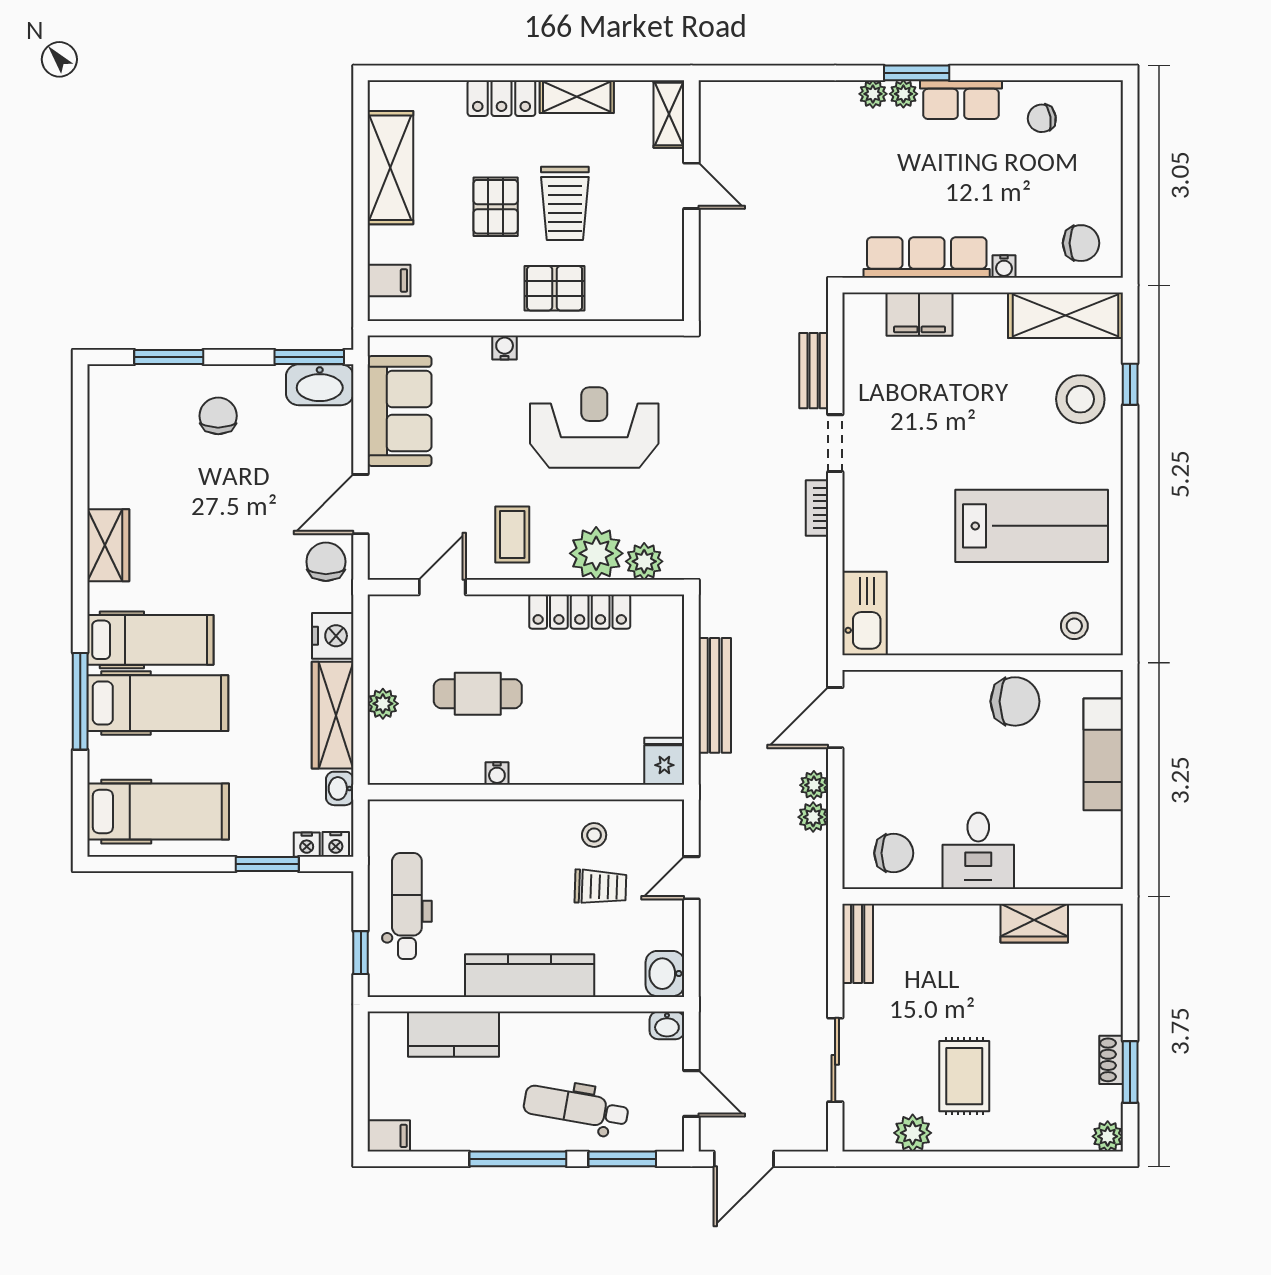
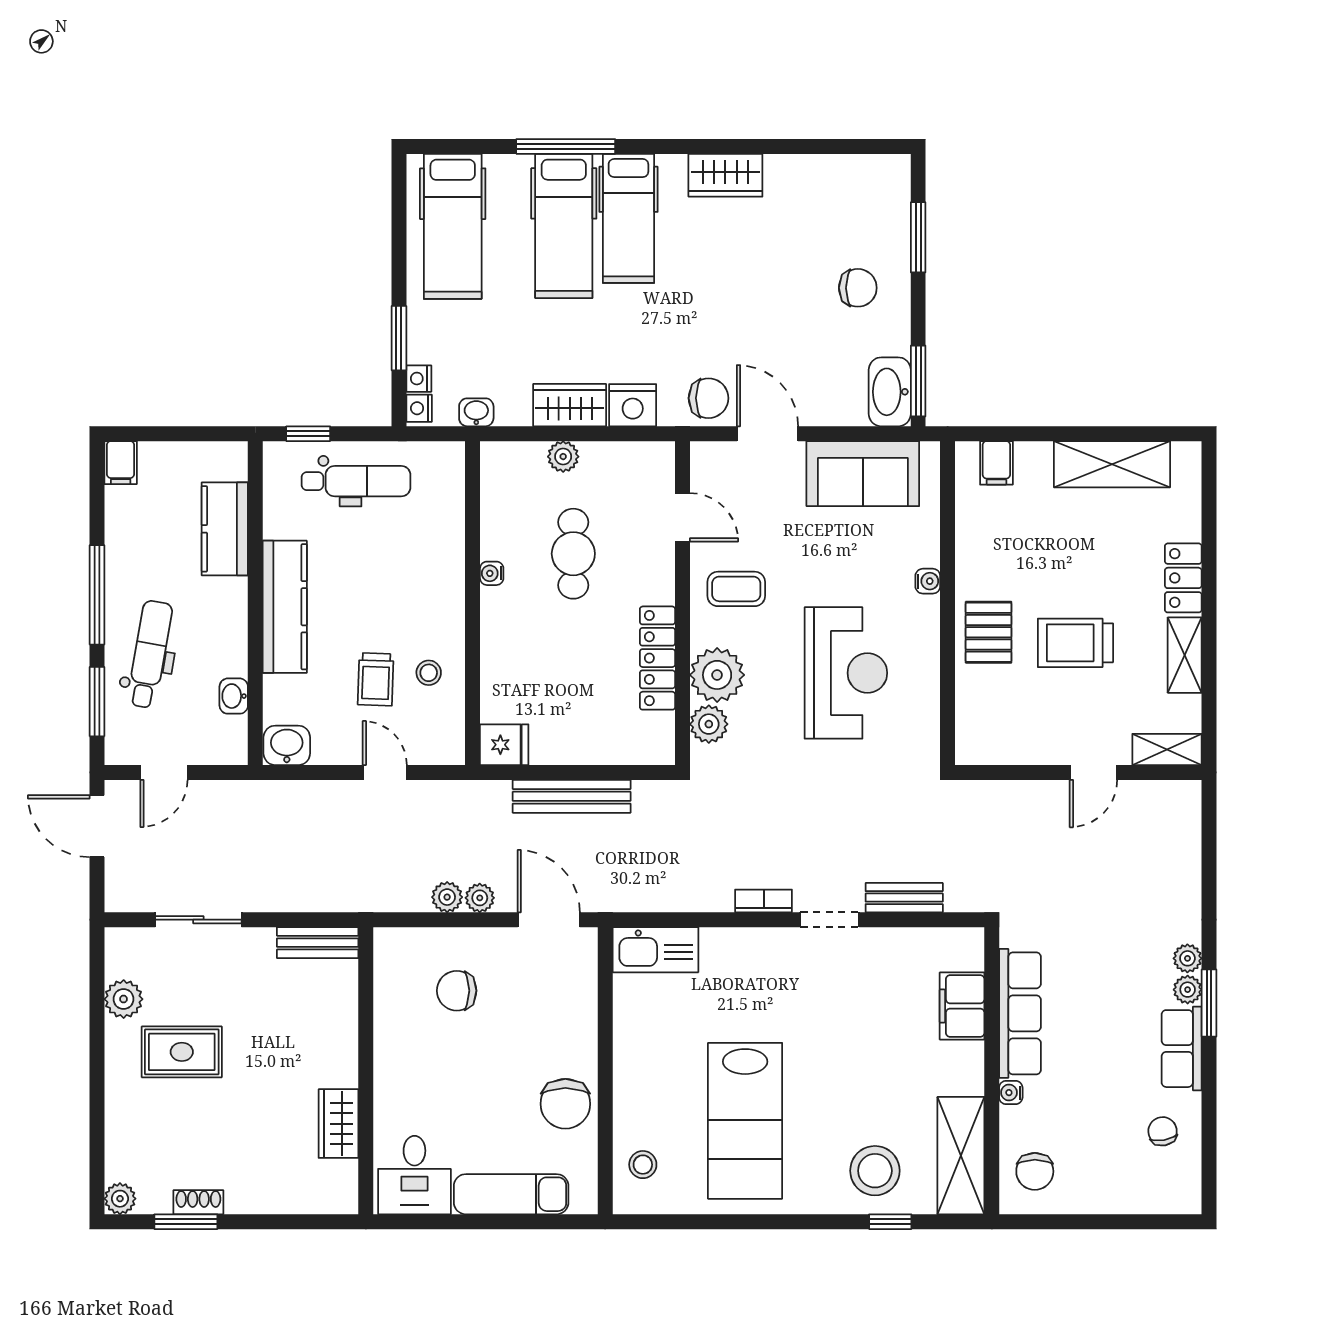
pallet: (496, 207) -> (1072, 572), removed
wardrobe: (333, 715) -> (570, 405), width x0.67
desk: (978, 851) -> (414, 1175), moved, turned -90
chair: (894, 853) -> (457, 991), moved, turned 90
washbasin: (667, 1025) -> (234, 696), moved

